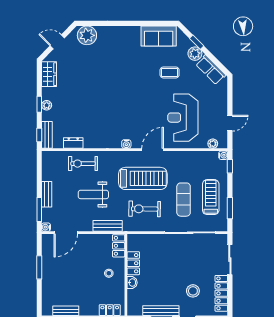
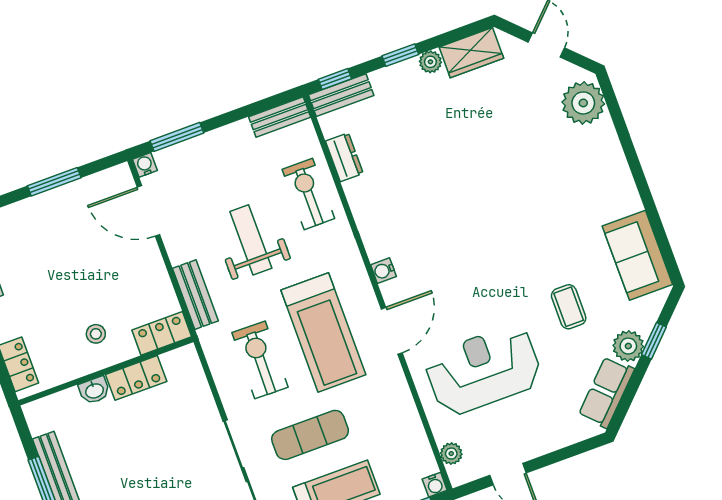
plant: (47, 105) -> (430, 62), moved
door: (153, 150) -> (392, 331), hinge flipped
bench: (47, 194) -> (280, 117), moved

